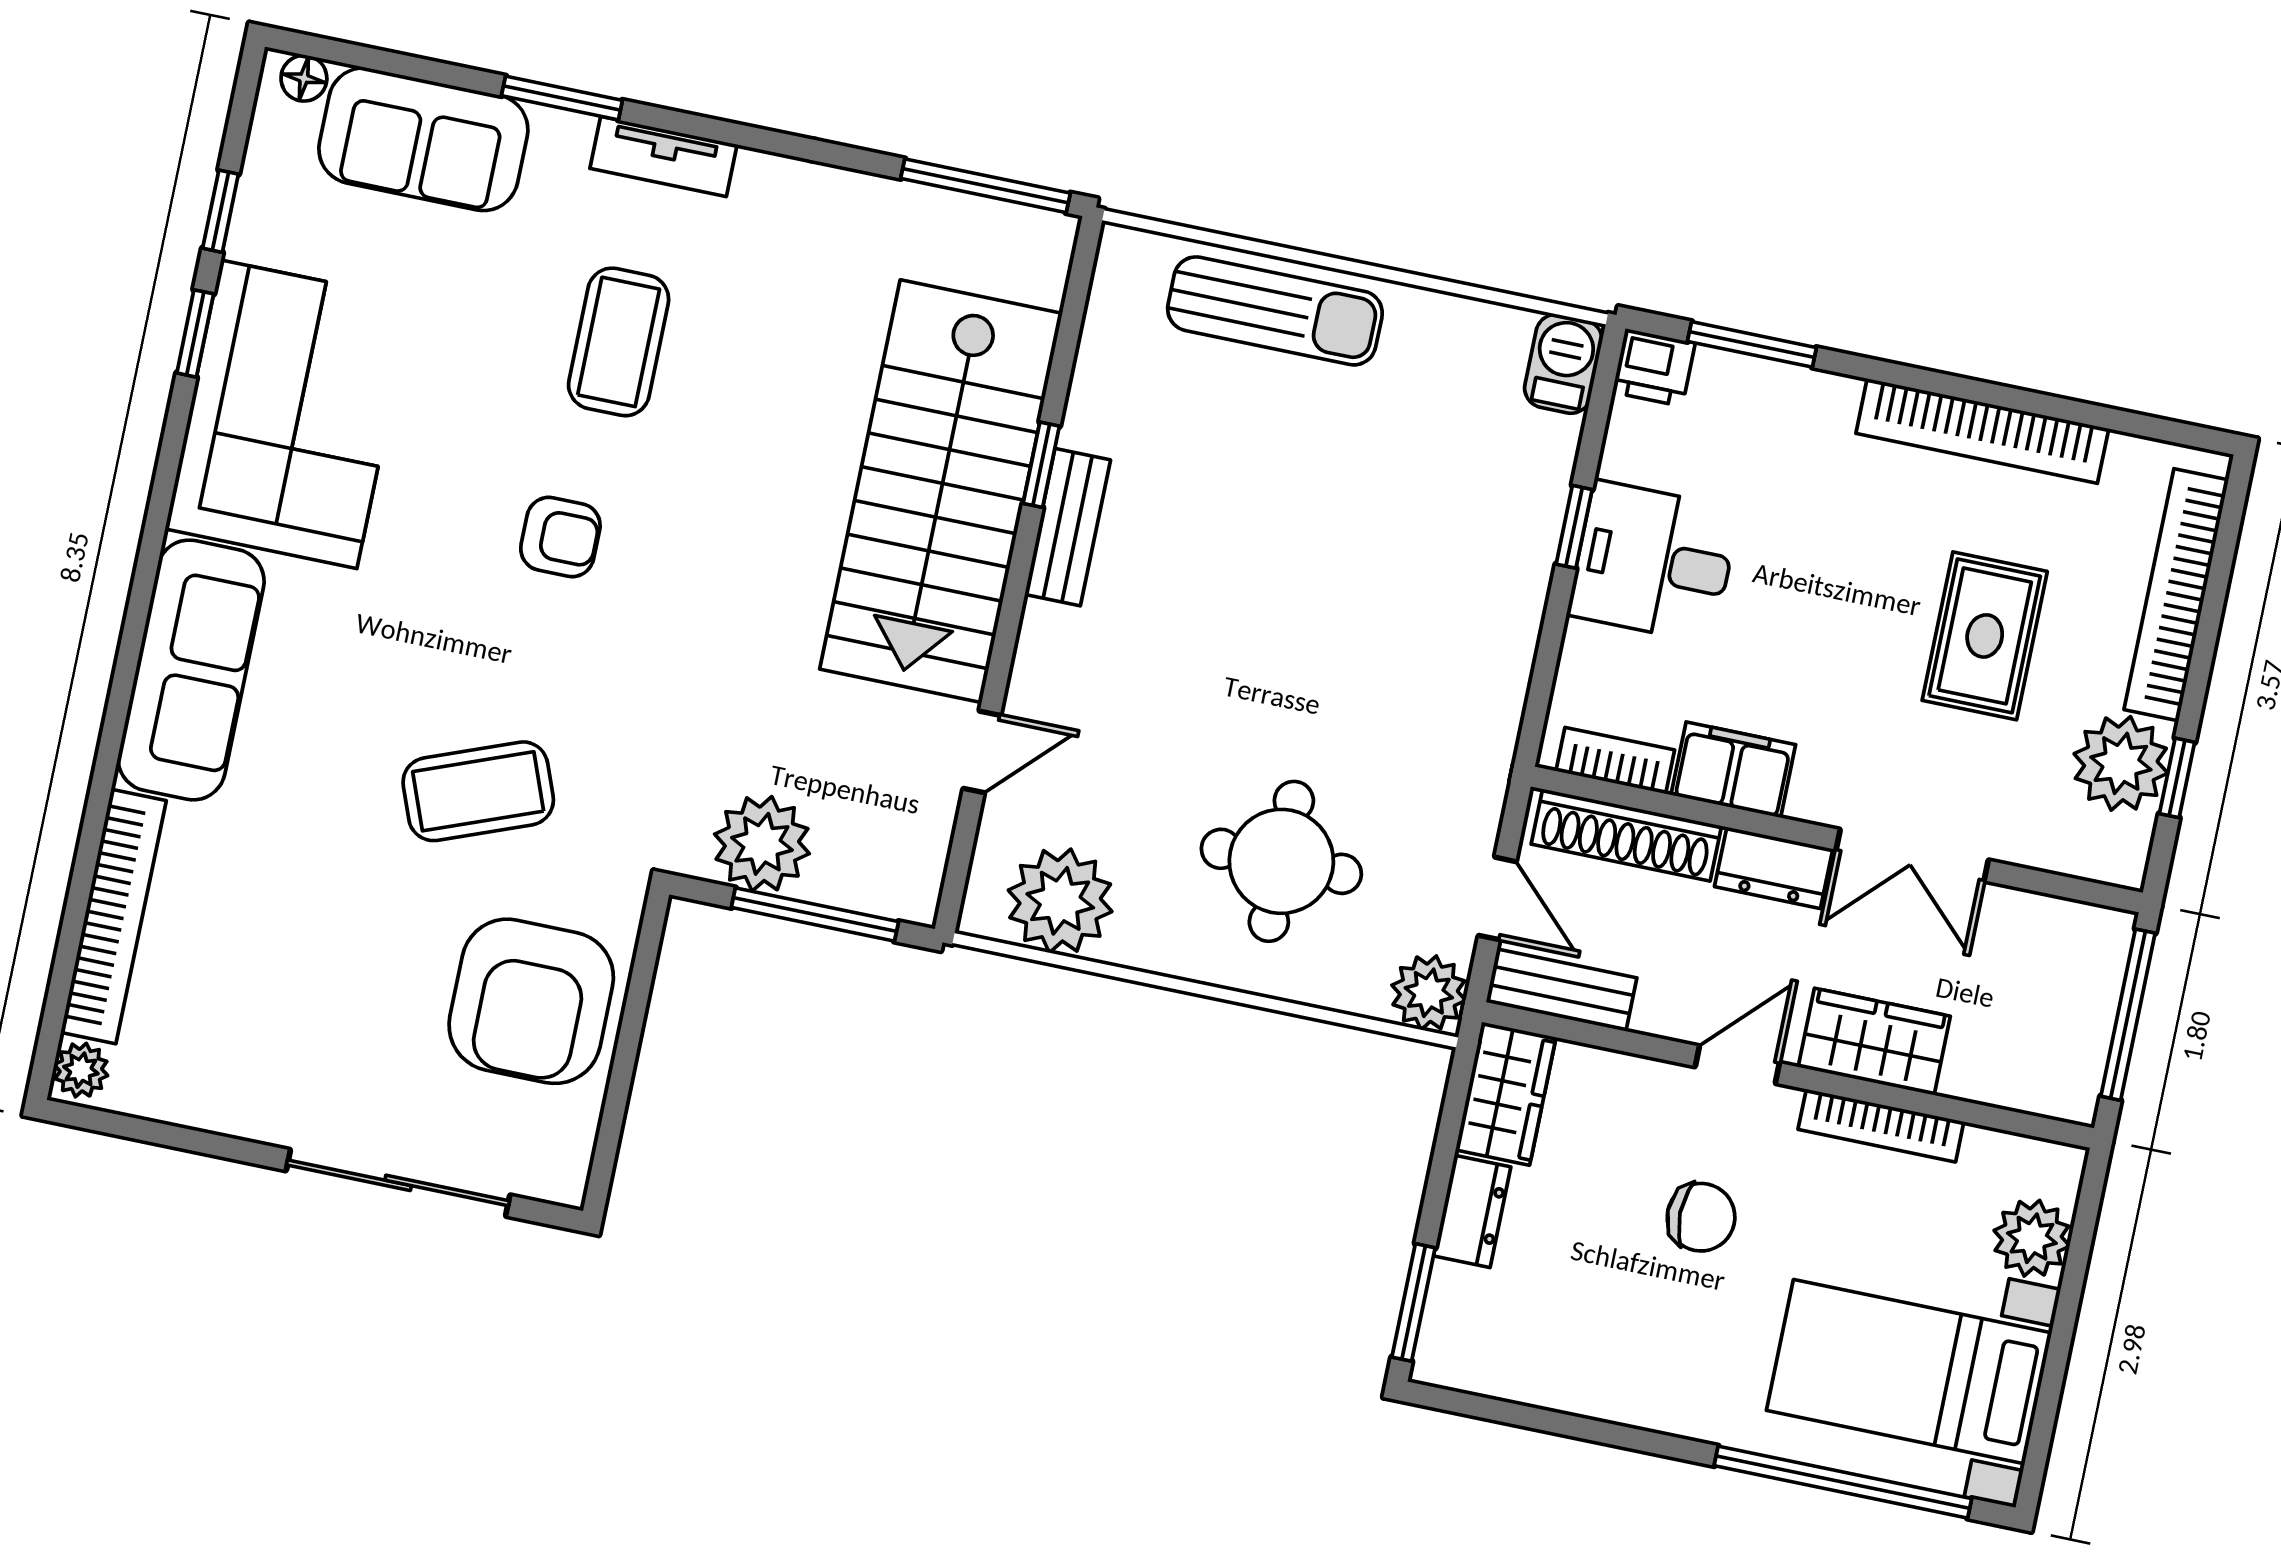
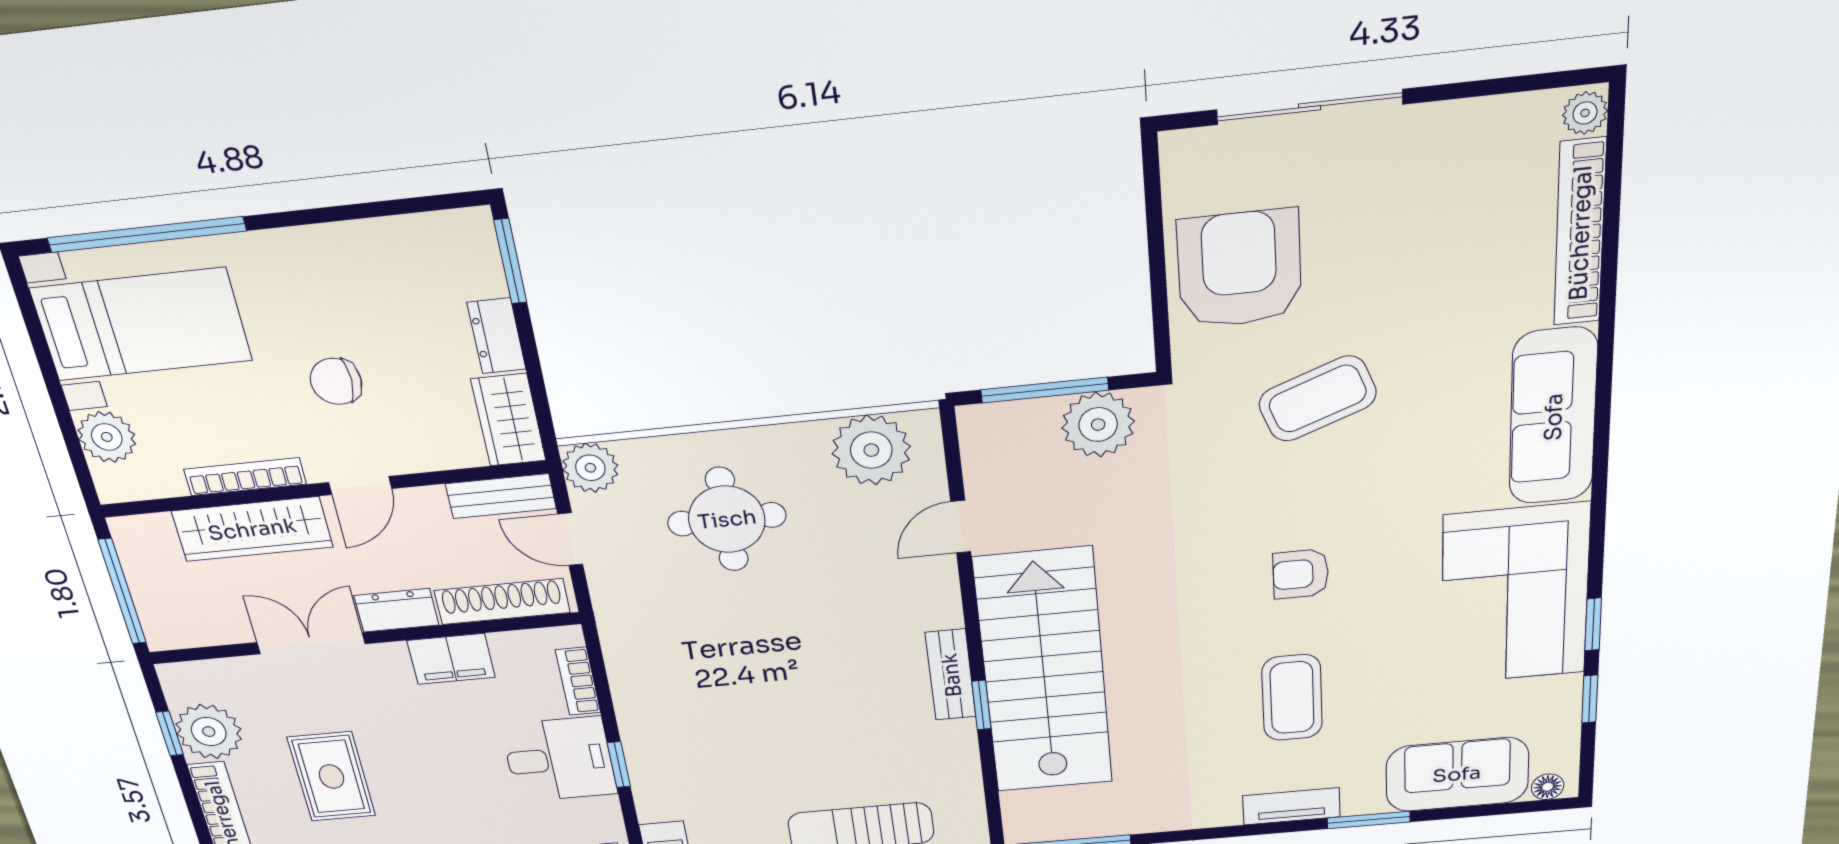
bookcase: (1615, 761) -> (578, 681), moved, turned 90
wardrobe: (1874, 1042) -> (252, 529), width x1.50

